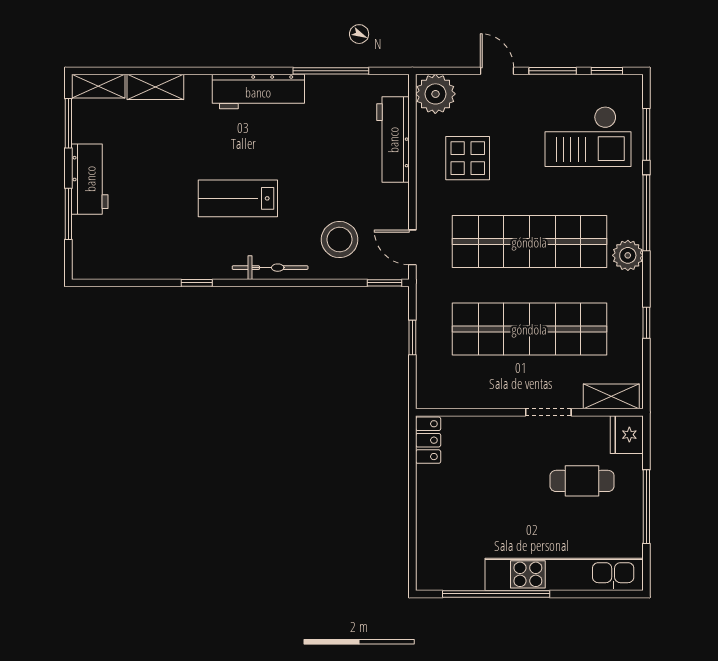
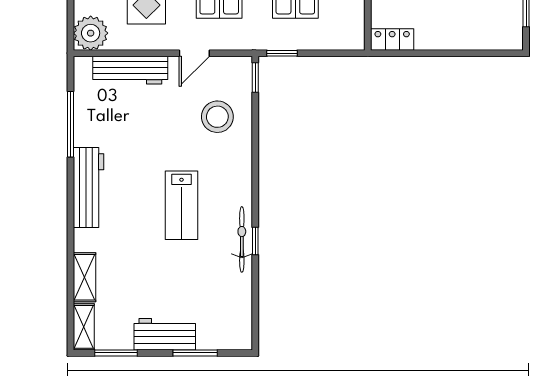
door: (412, 247) -> (194, 53), moved
bicycle: (270, 268) -> (242, 239), moved
window: (412, 337) -> (282, 53), moved

